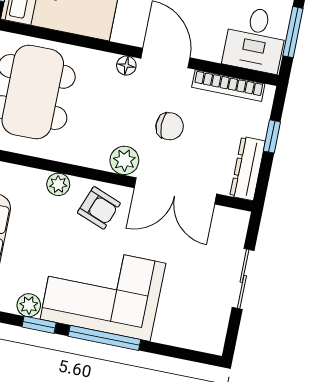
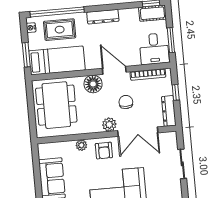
floor lamp: (126, 66) -> (93, 84), width x1.89, depth x1.89
chair: (170, 126) -> (126, 102), turned -90
armchair: (99, 208) -> (104, 151), turned 69

